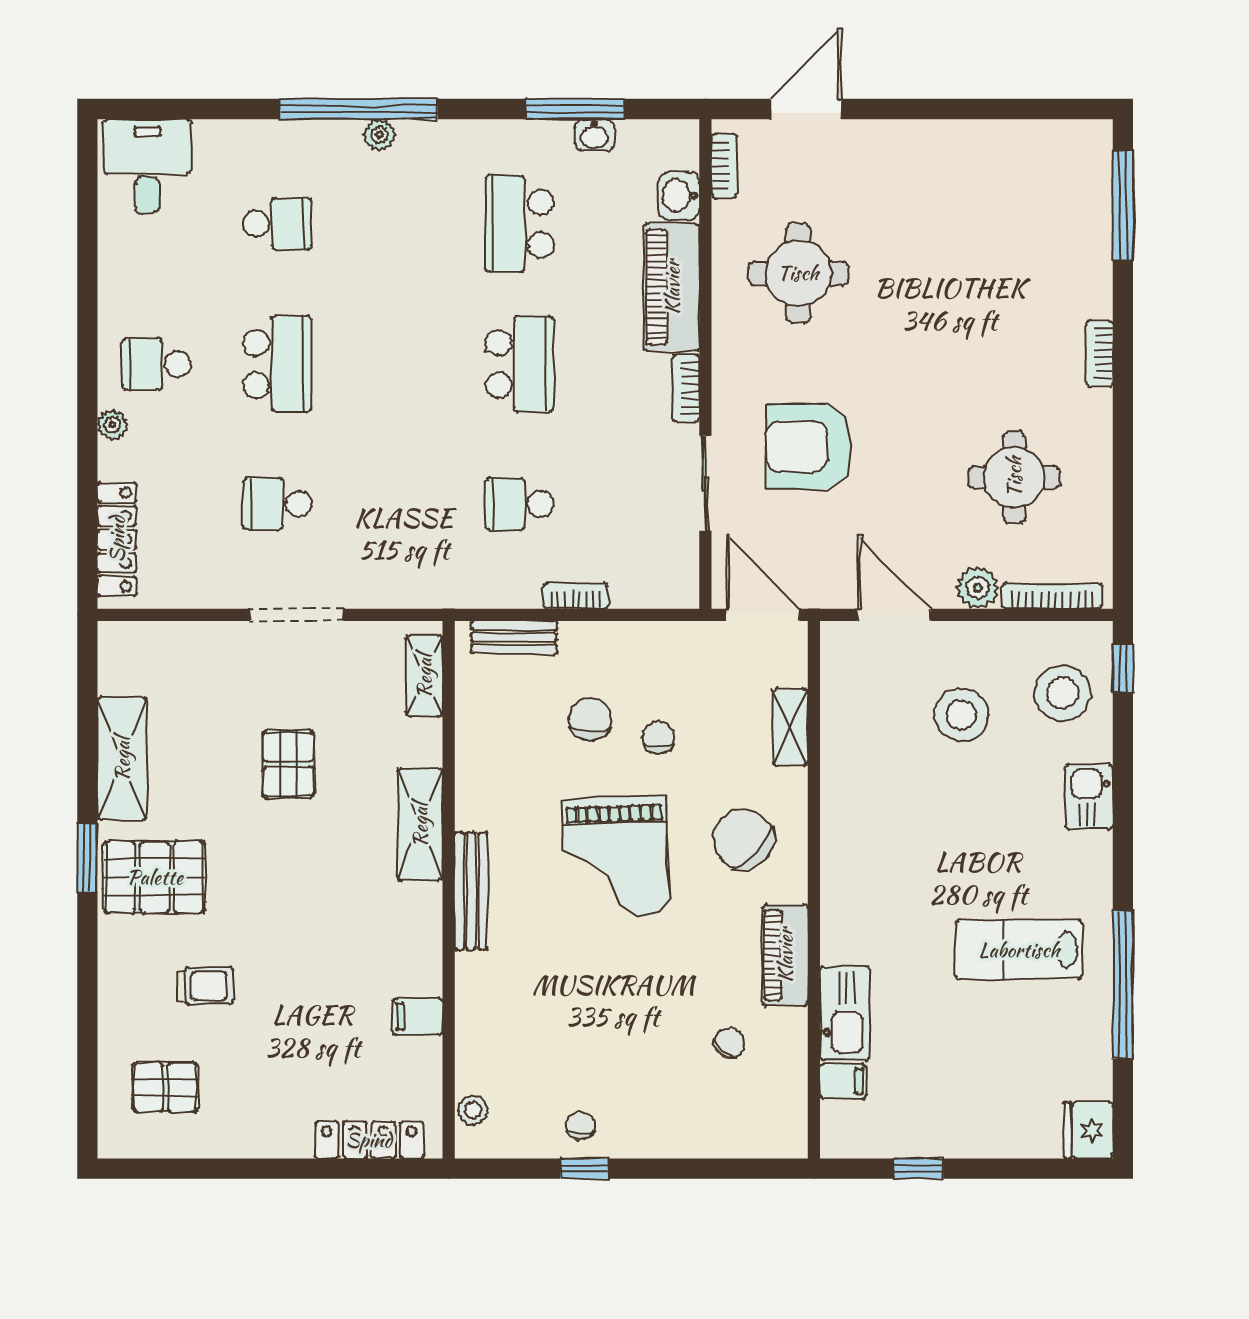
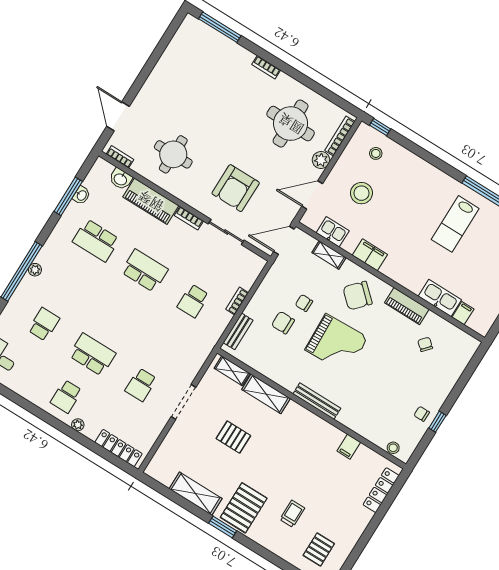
round table: (1014, 477) -> (291, 124), width x1.36, depth x1.36
stool: (1062, 693) -> (376, 153), width x0.53, depth x0.53
kitchen sink: (1089, 797) -> (333, 232), moved, turned 180
filing cabinet: (844, 812) -> (370, 255), added
shelving: (420, 825) -> (266, 394), moved

